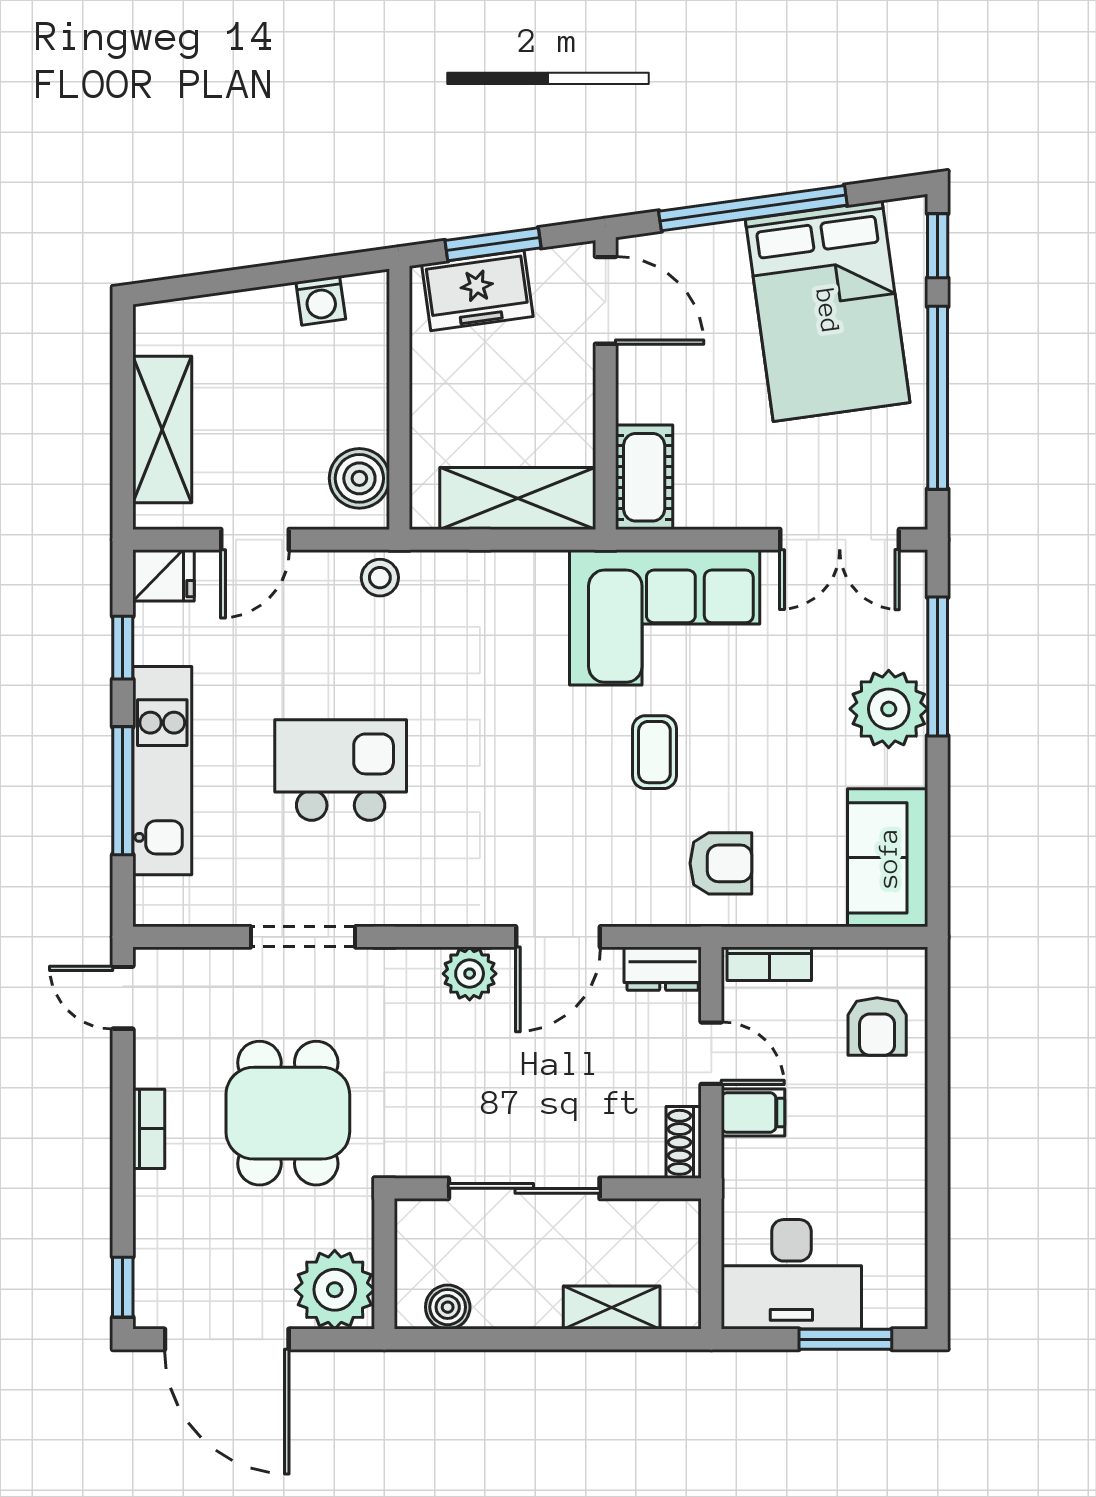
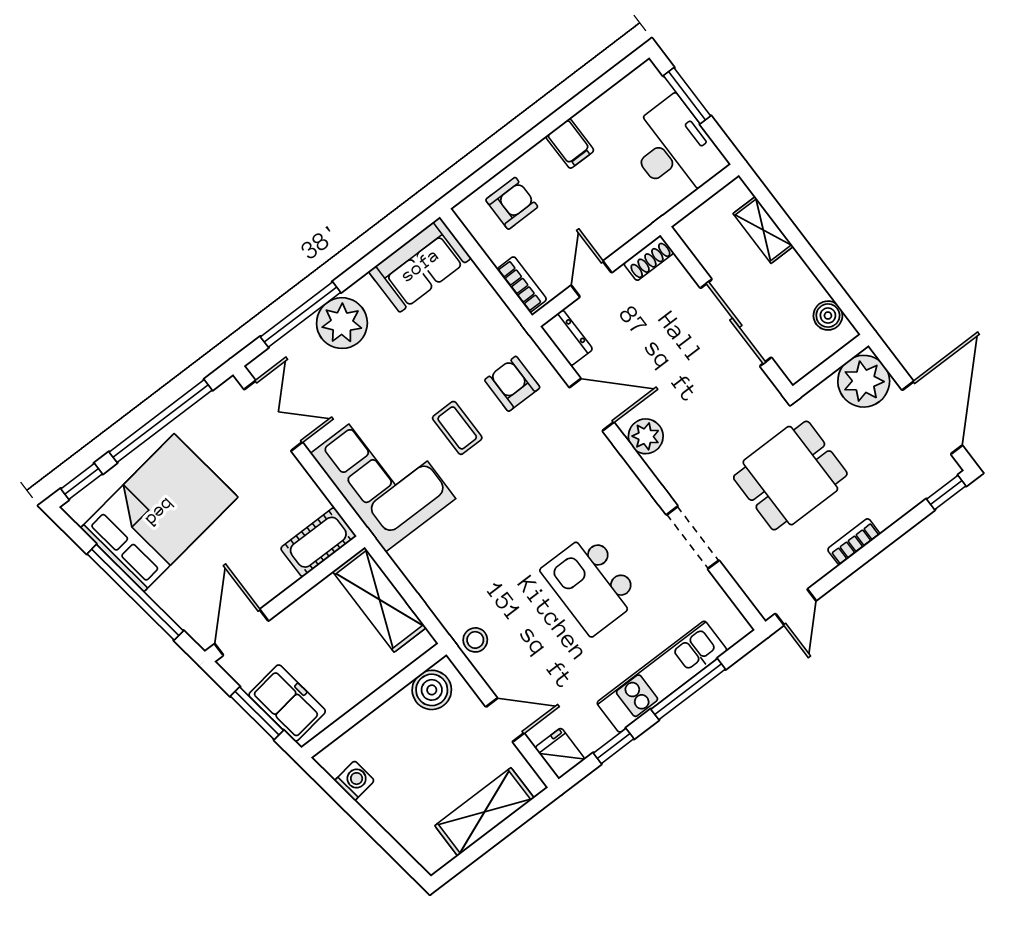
coffee table: (654, 752) -> (457, 428), turned 90
armchair: (721, 863) -> (512, 384), moved
filing cabinet: (753, 1112) -> (570, 144), moved, turned 180

